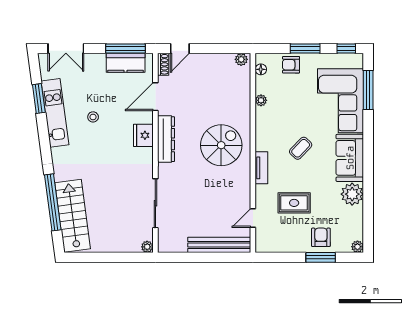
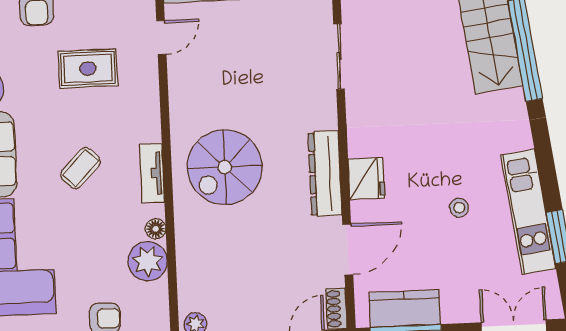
floor lamp: (261, 69) -> (156, 229), moved
plant: (261, 100) -> (148, 261), width x1.88, depth x1.88
tv unit: (261, 168) -> (152, 173), moved
sliding door: (155, 203) -> (339, 56), width x0.73

